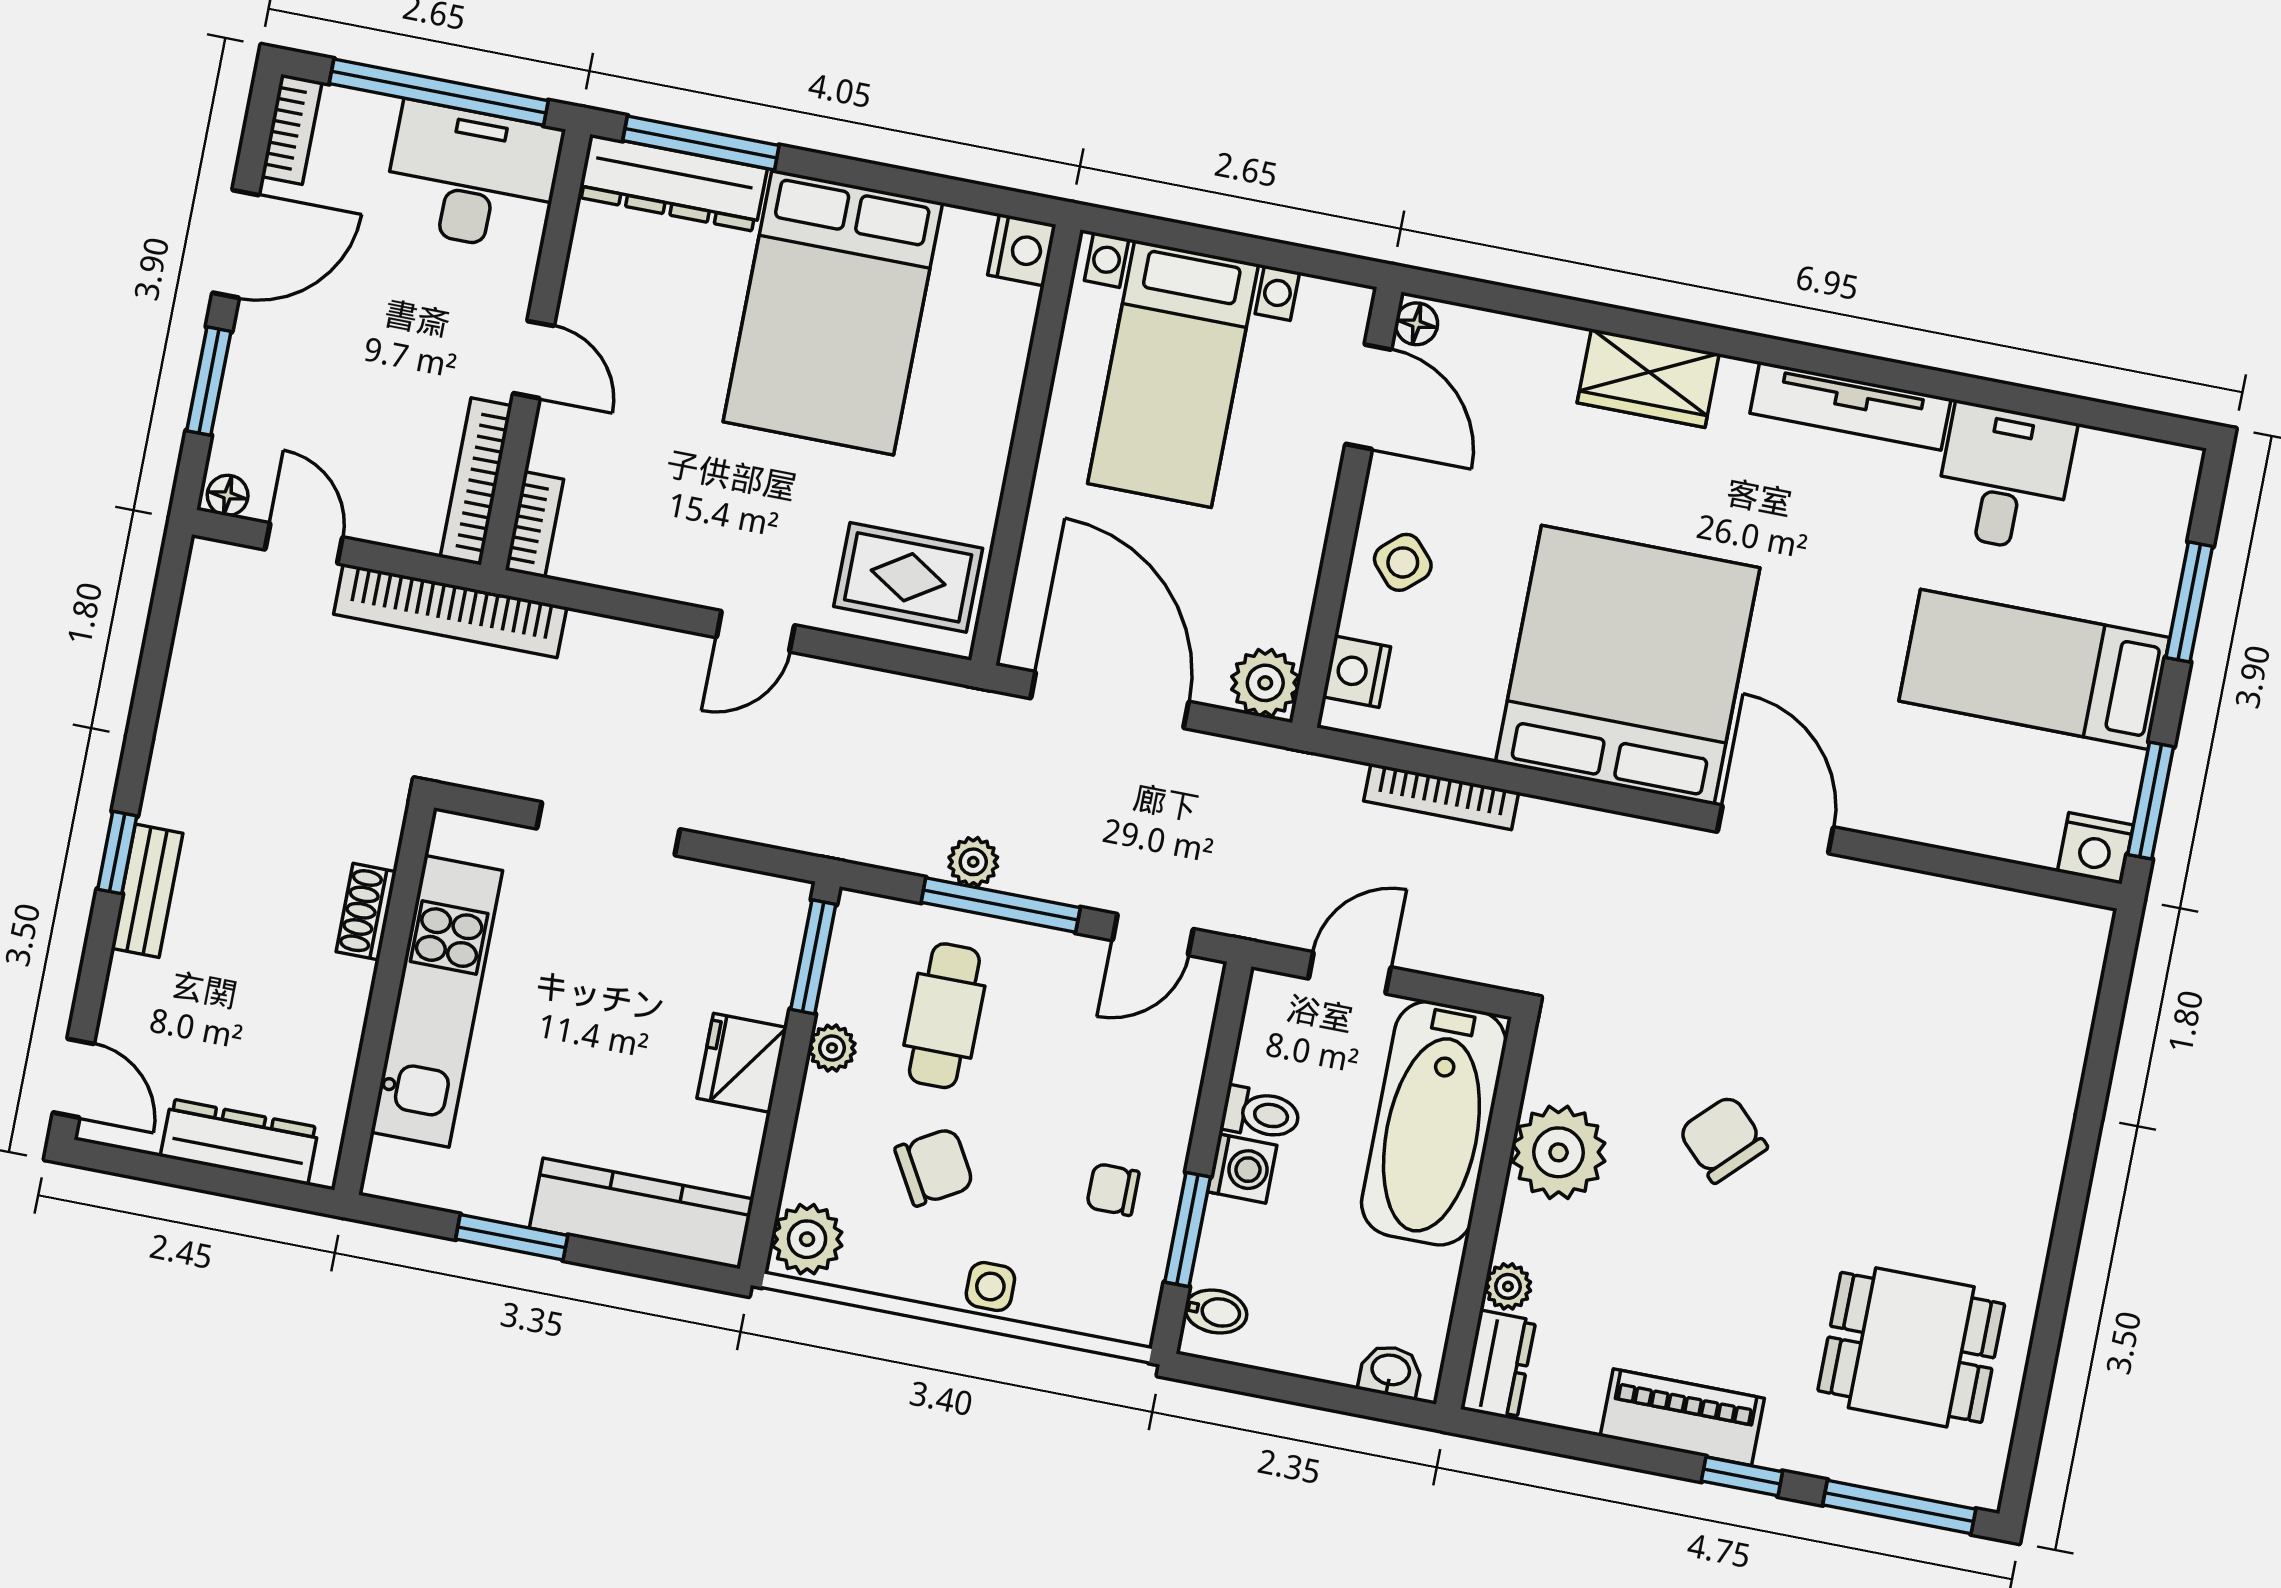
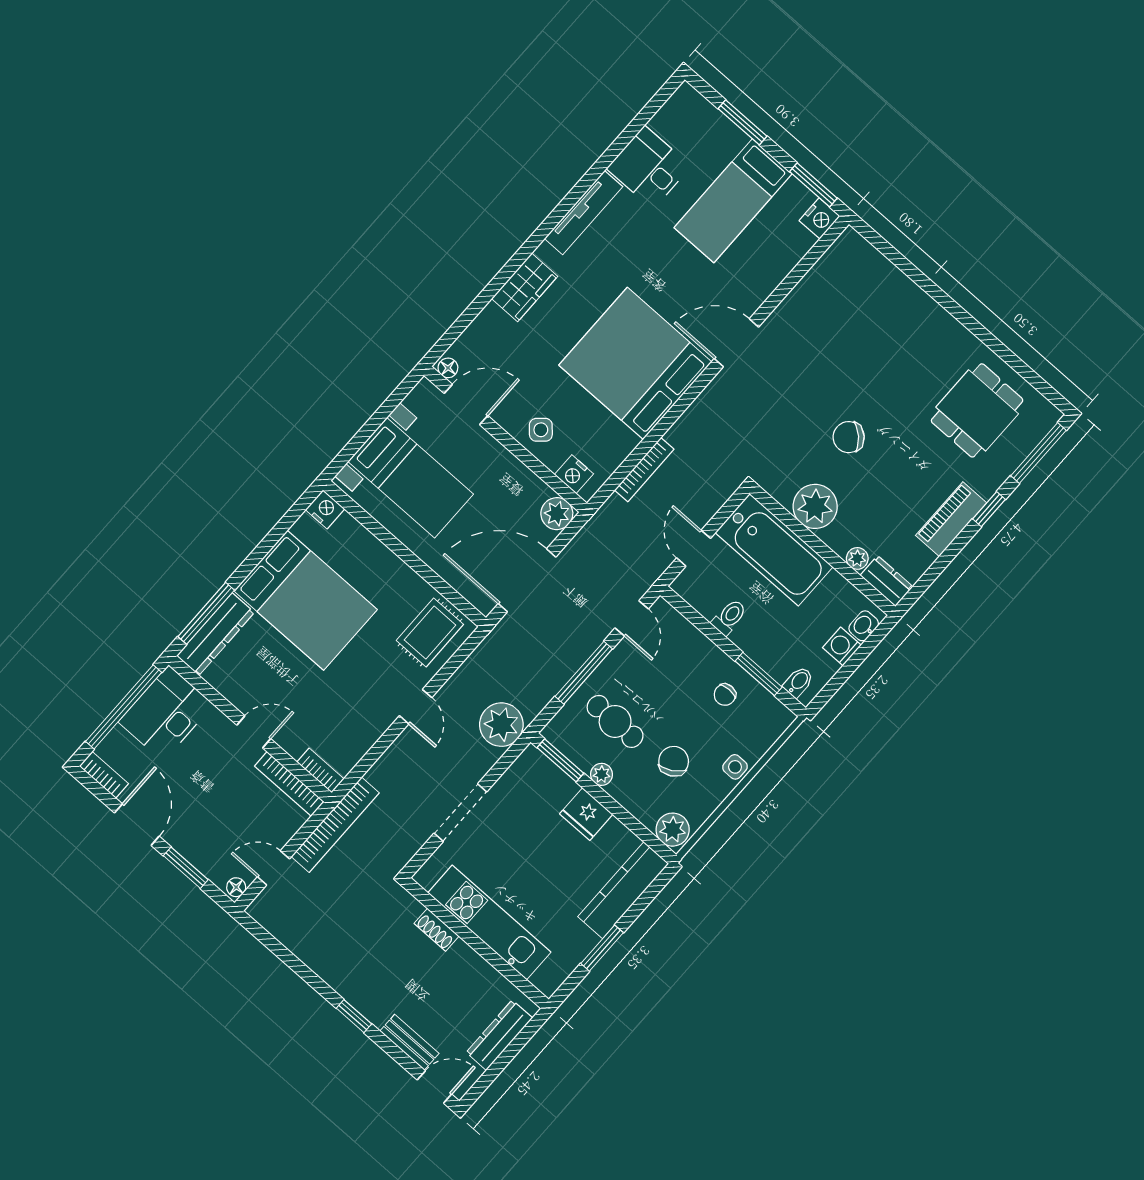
plant: (973, 862) -> (501, 725), moved, width x1.87, depth x1.87
bench: (147, 891) -> (409, 1042), moved
washing machine: (1242, 1168) -> (842, 646), moved, turned -90

